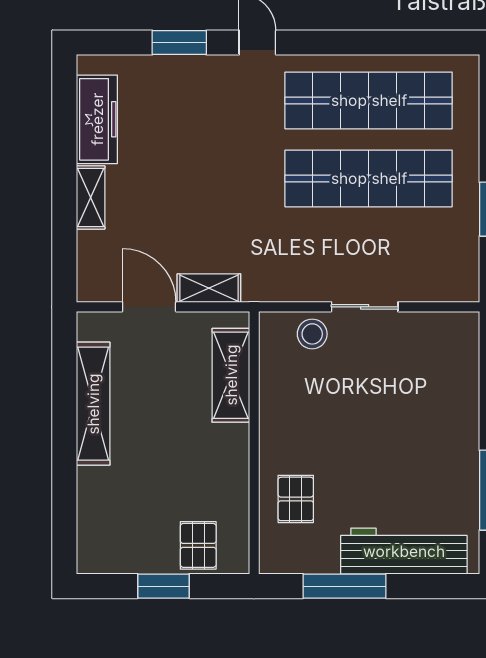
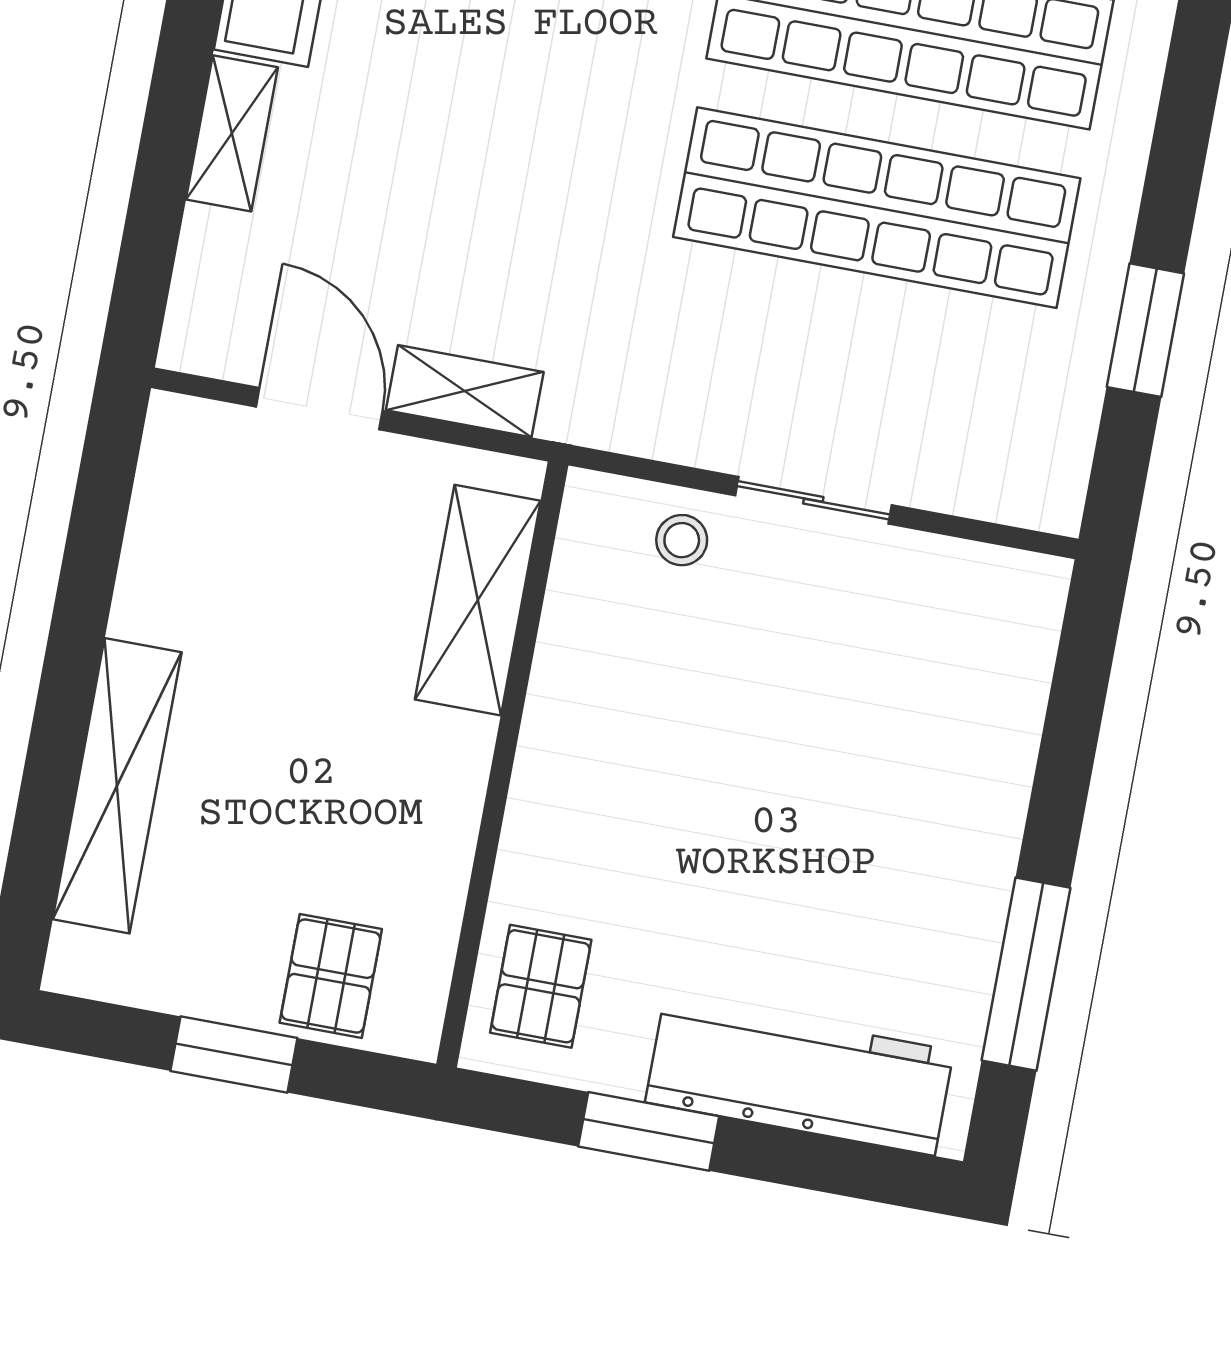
stool: (312, 334) -> (682, 540), width x0.73, depth x0.73
shelving: (93, 404) -> (117, 786), moved
pallet: (296, 499) -> (541, 986), moved
window: (344, 586) -> (649, 1131), width x0.69

